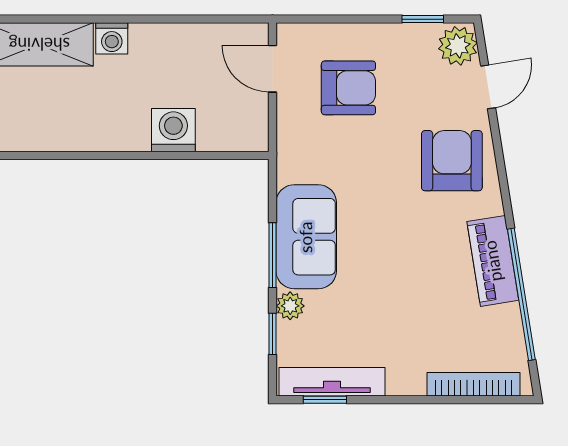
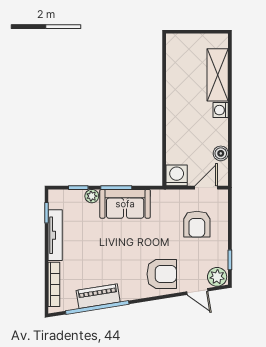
boiler: (202, 38) -> (221, 153), added
washing machine: (173, 130) -> (177, 175), moved, turned -90
piano: (493, 261) -> (98, 296), moved
tv unit: (332, 382) -> (55, 235), moved

